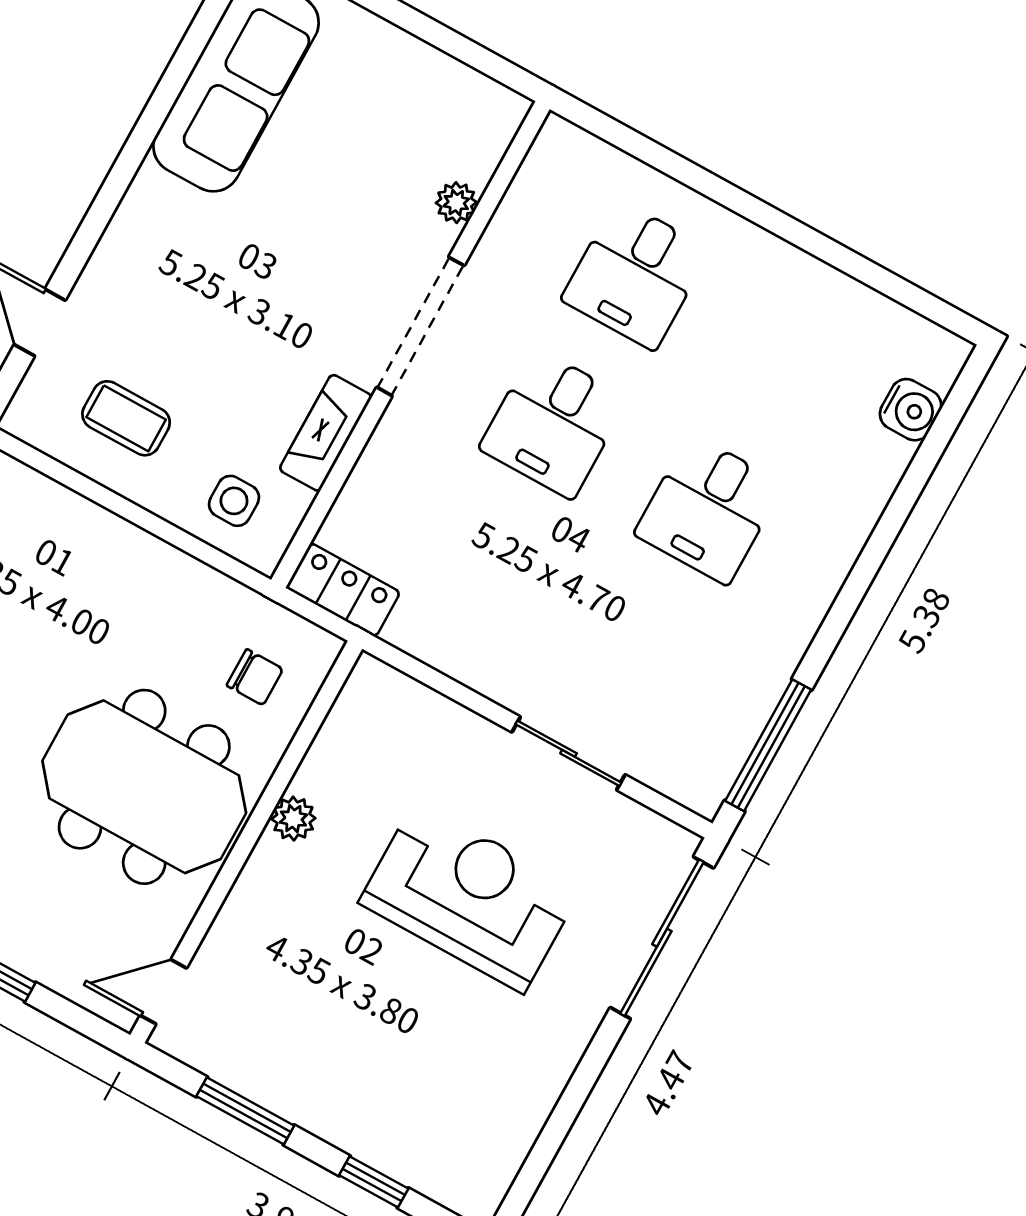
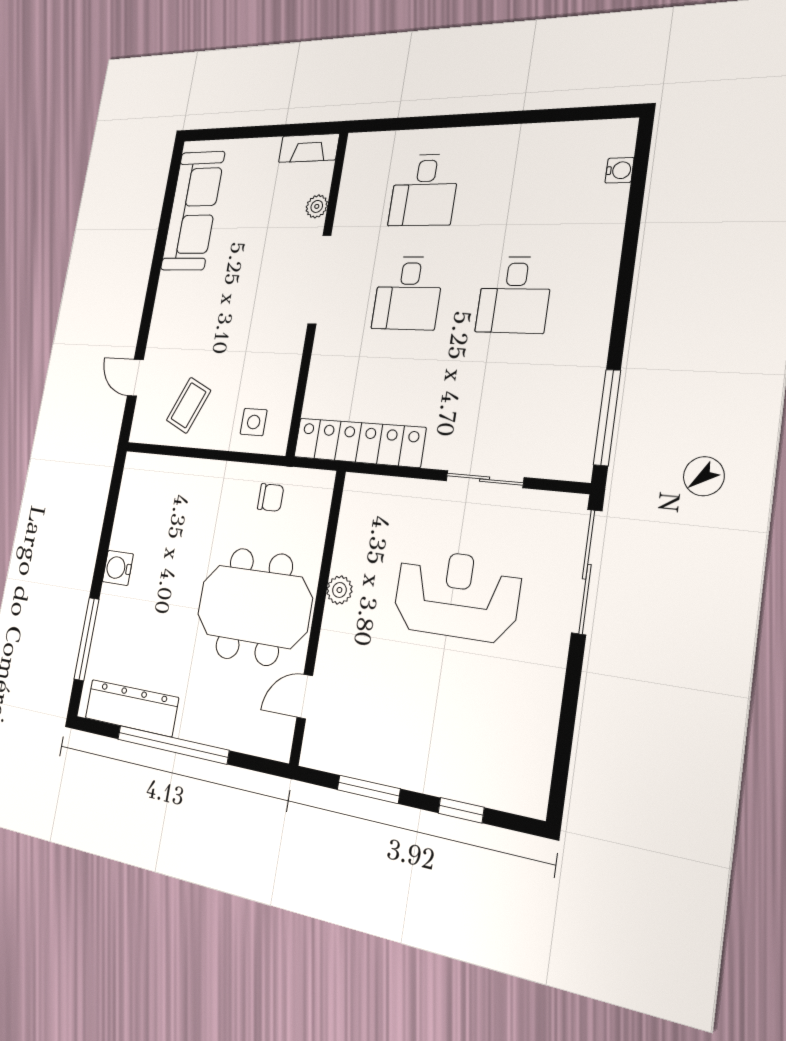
water cooler: (911, 410) -> (620, 170), width x0.72, depth x0.72
coffee table: (126, 418) -> (188, 405), turned -66
fireplace: (326, 433) -> (309, 148), moved, turned -90
locker: (343, 590) -> (359, 442), width x2.16, depth x1.21
chair: (255, 677) -> (271, 497), moved
door: (163, 992) -> (305, 697), moved

